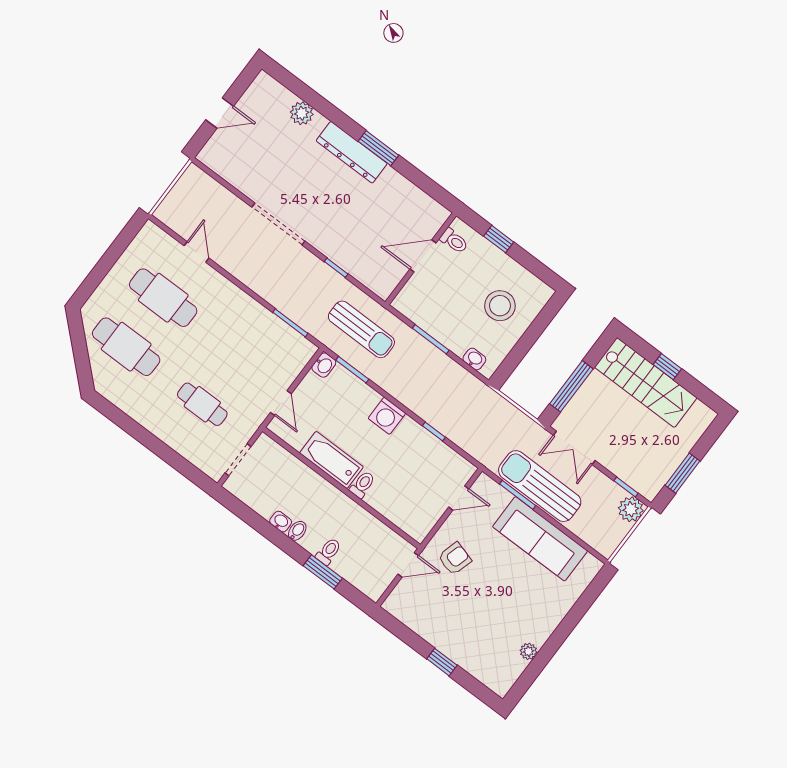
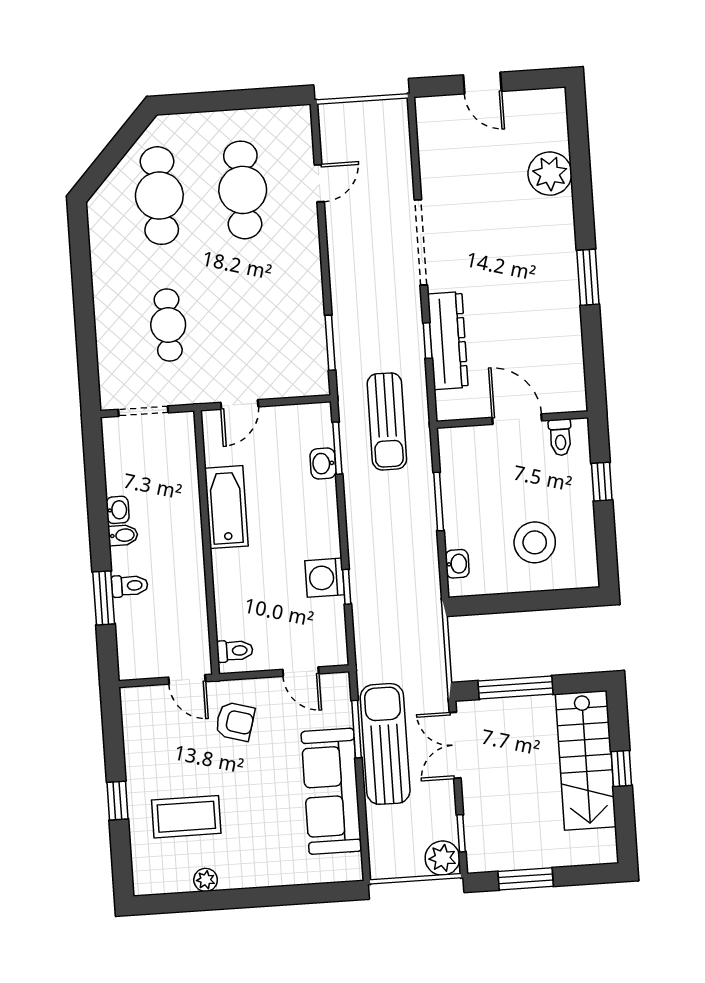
plant: (302, 113) -> (550, 174), width x1.36, depth x1.36
dresser: (352, 152) -> (448, 341), moved, turned 180
washbasin: (324, 365) -> (323, 463), moved, turned 90
washing machine: (387, 416) -> (325, 578), moved
toilet: (362, 485) -> (235, 651), moved
coffee table: (484, 632) -> (186, 817), added

